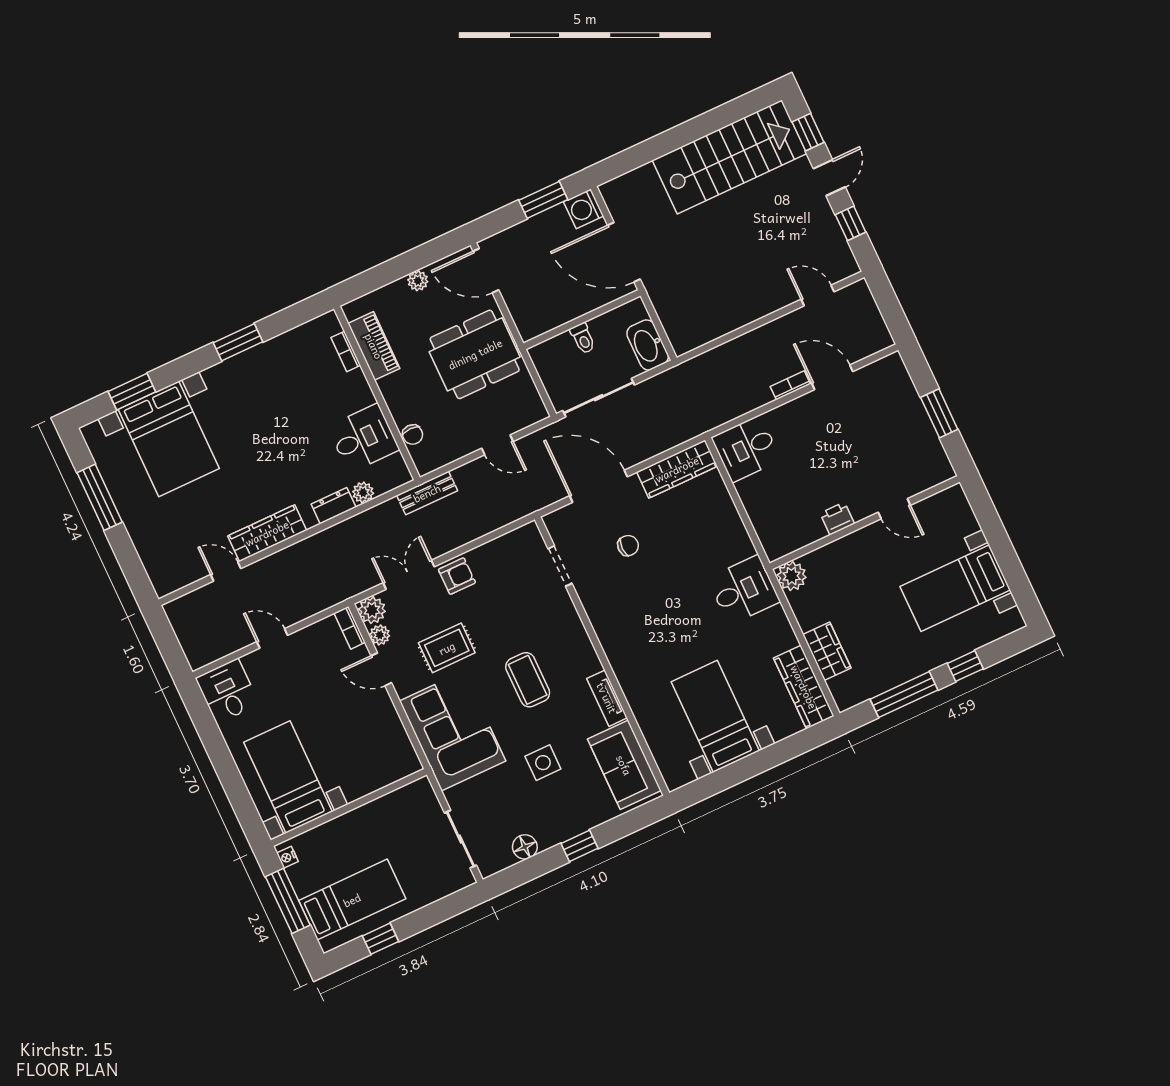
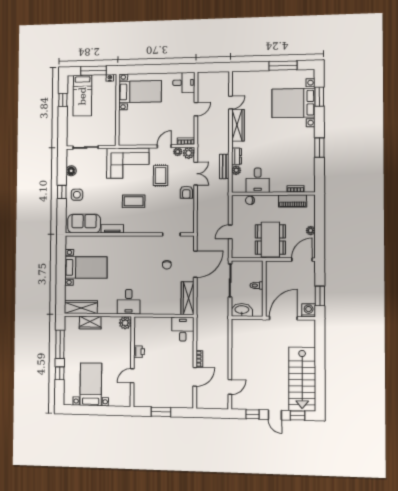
bench: (427, 493) -> (224, 166), moved
side table: (543, 763) -> (77, 195), moved

